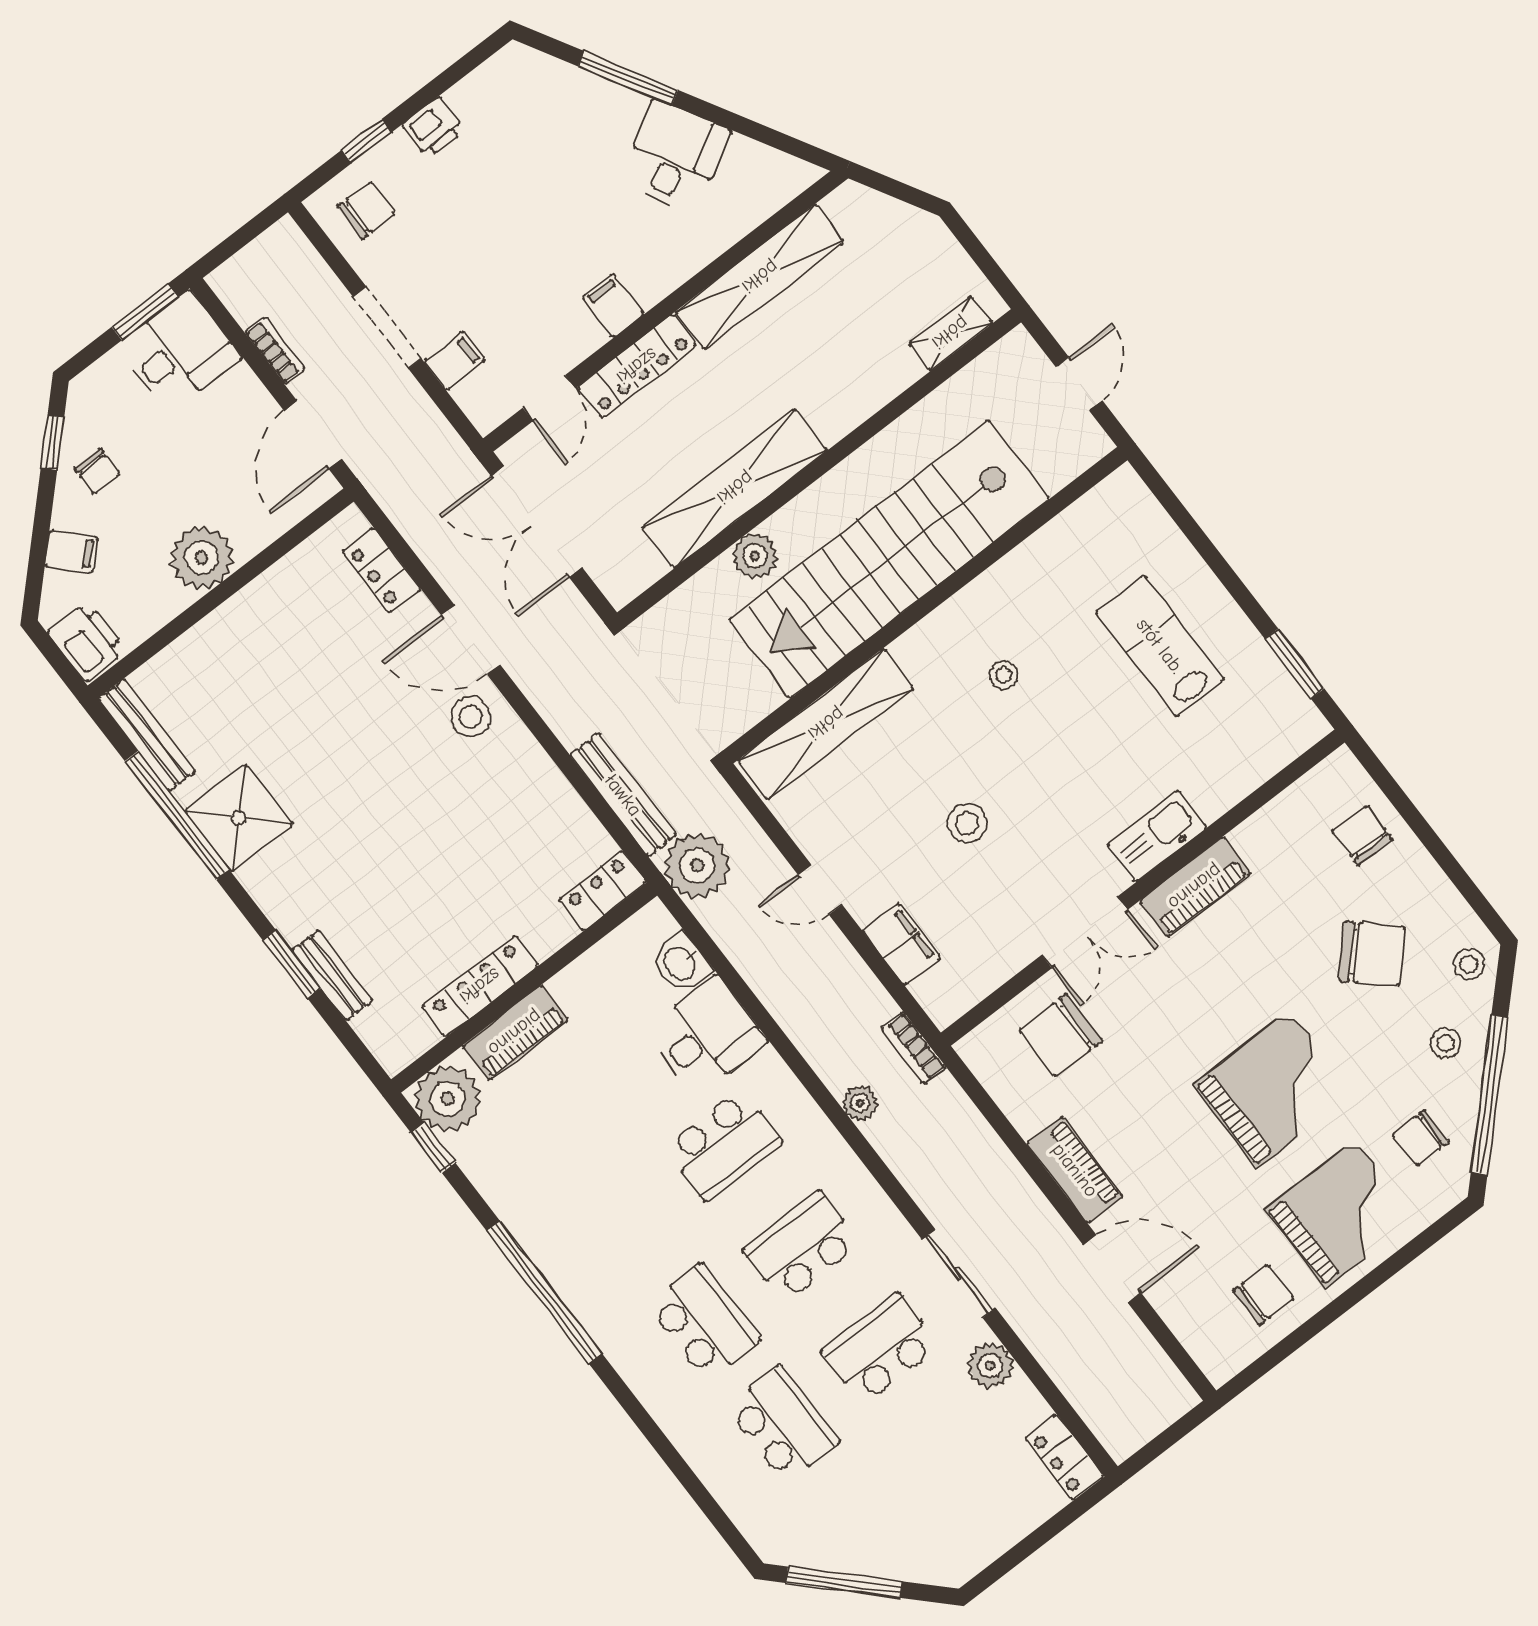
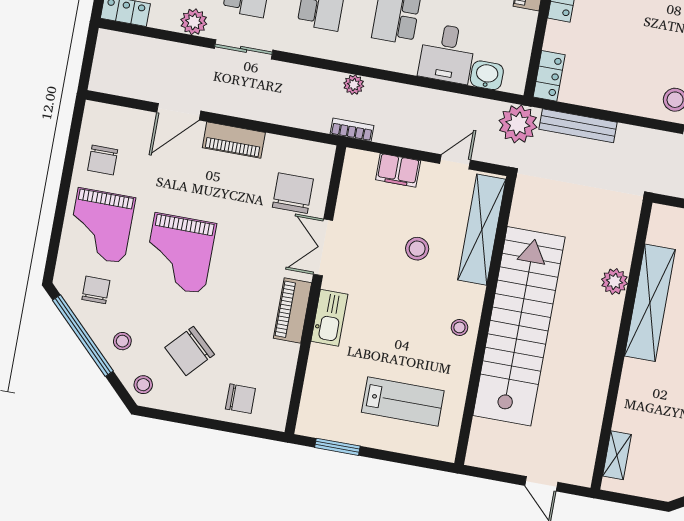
stairs: (889, 559) -> (519, 326), moved
wall: (925, 605) -> (485, 320), moved
shelving: (826, 724) -> (482, 230), moved

